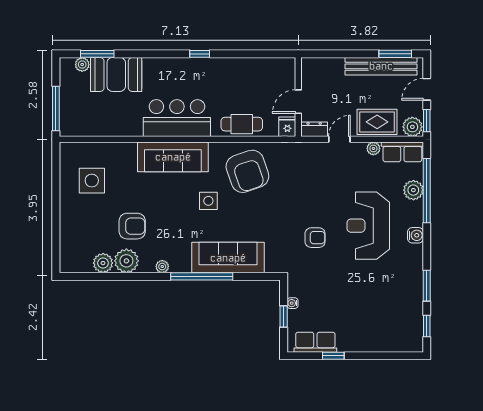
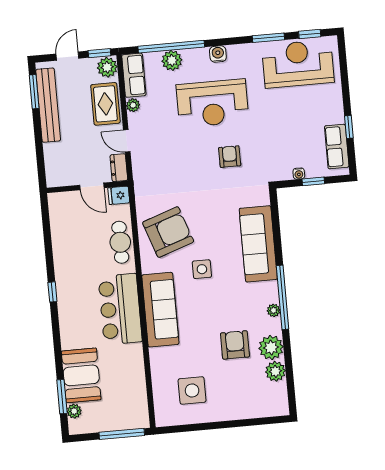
door: (427, 89) -> (67, 56), swing flipped
window: (202, 276) -> (283, 297), moved
reception desk: (399, 312) -> (298, 64), added

